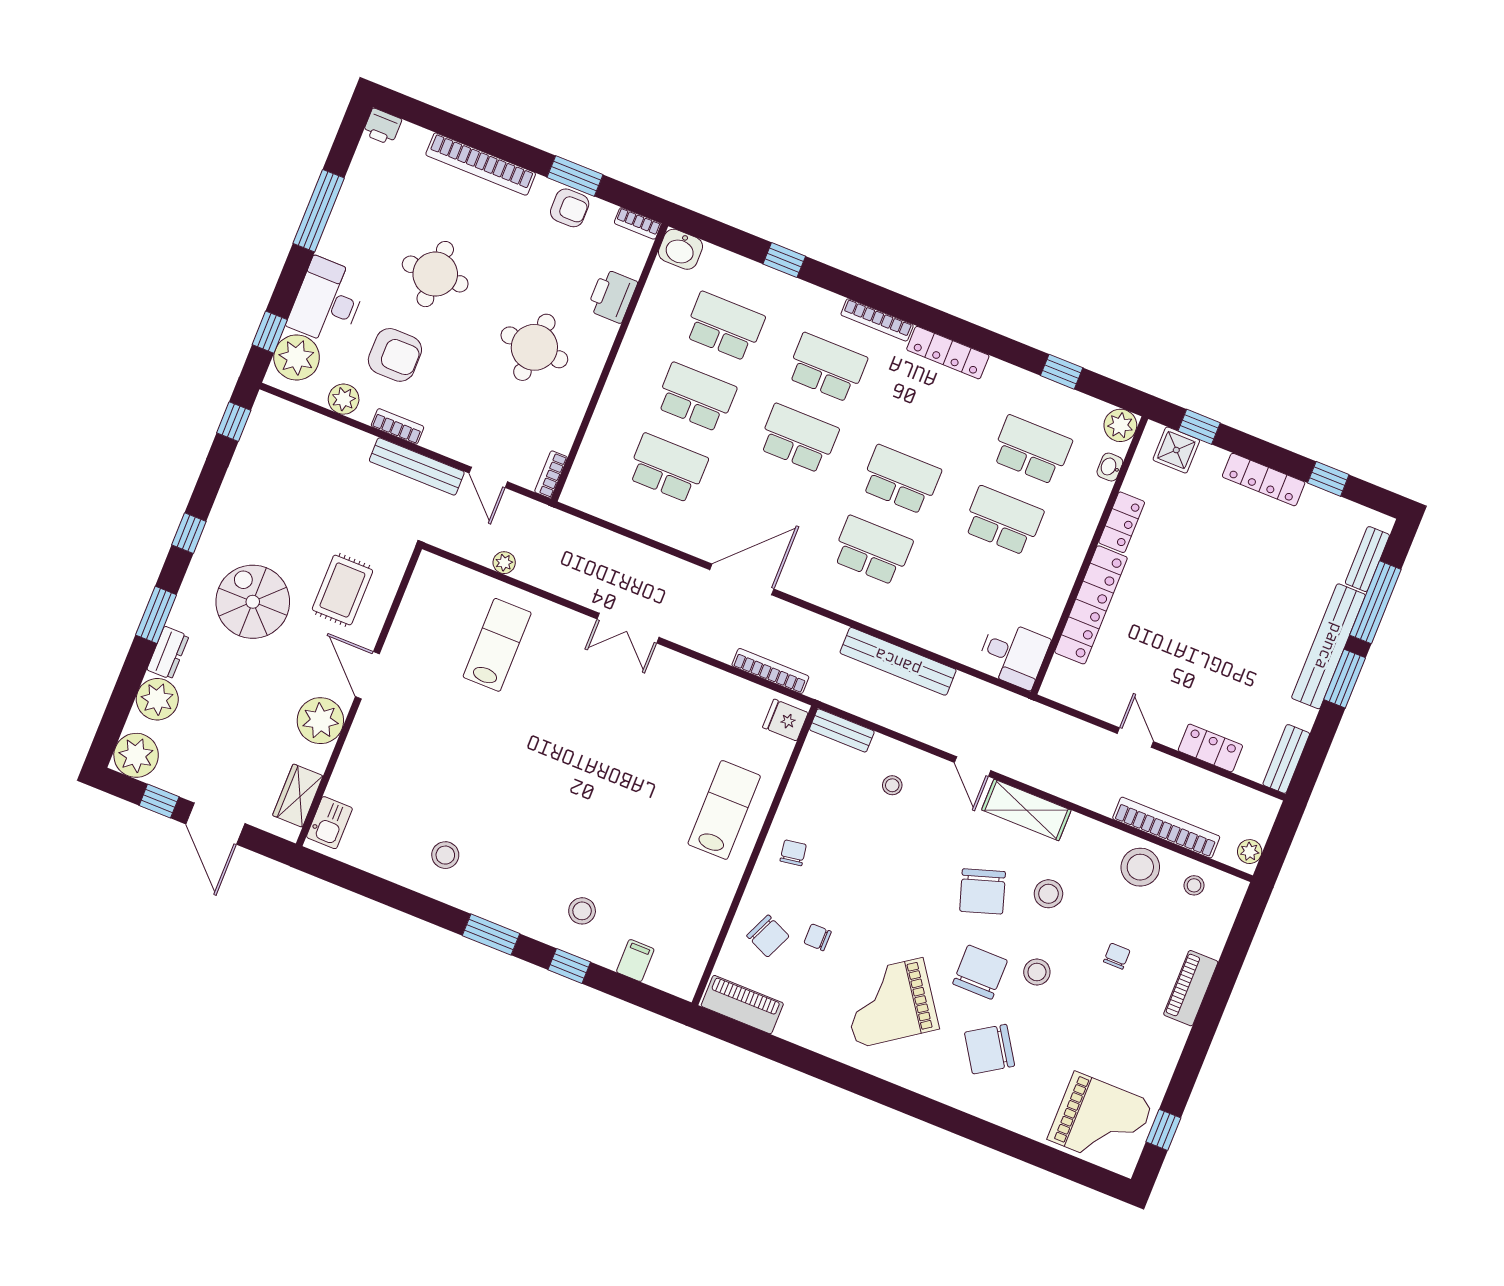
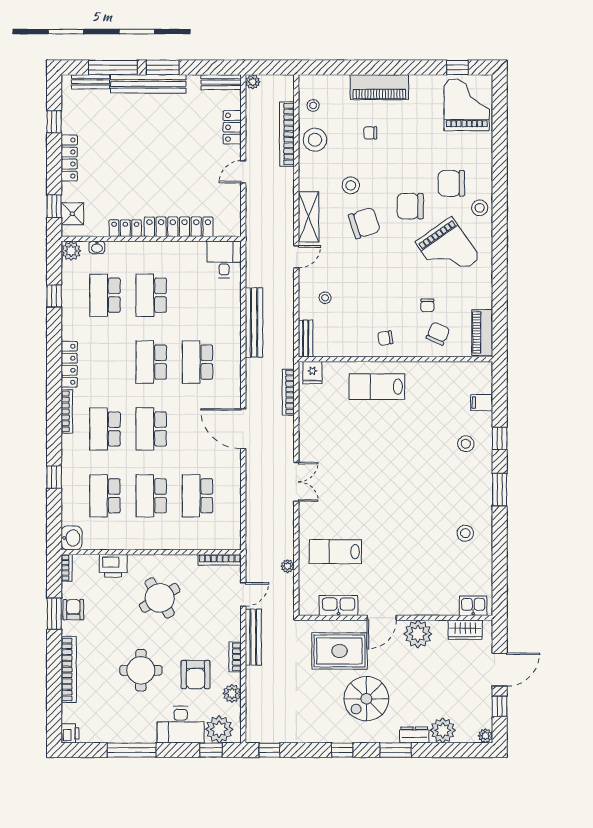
round table: (534, 347) -> (160, 598), turned -35
armchair: (395, 355) -> (195, 675), turned 180
bookcase: (551, 474) -> (220, 560), width x1.56
rug: (342, 590) -> (339, 651), width x1.36, depth x1.43
kitchen sink: (413, 617) -> (339, 605), added
plant: (136, 755) -> (485, 736), width x0.53, depth x0.53
plant: (1250, 852) -> (253, 82), moved
stool: (1037, 972) -> (480, 208), moved
piano: (1191, 988) -> (379, 87), width x1.37, depth x1.33
chair: (990, 1049) -> (451, 183), turned 123

